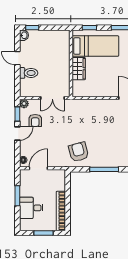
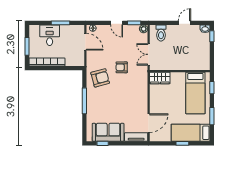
wardrobe: (79, 69) -> (160, 78), moved
toilet: (29, 73) -> (161, 33), moved
armchair: (35, 120) -> (122, 67), moved

